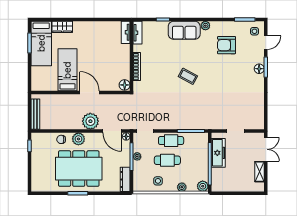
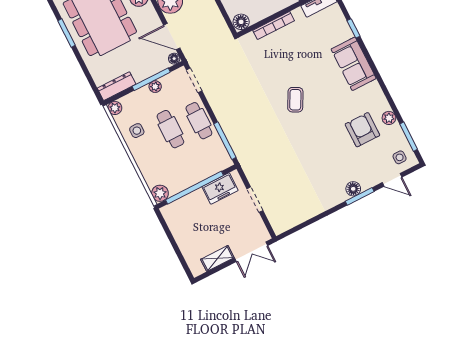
plant: (205, 26) -> (389, 118), moved
door: (112, 131) -> (172, 37), hinge flipped
freezer: (218, 153) -> (220, 189), width x0.71
plant: (182, 187) -> (115, 108), moved

